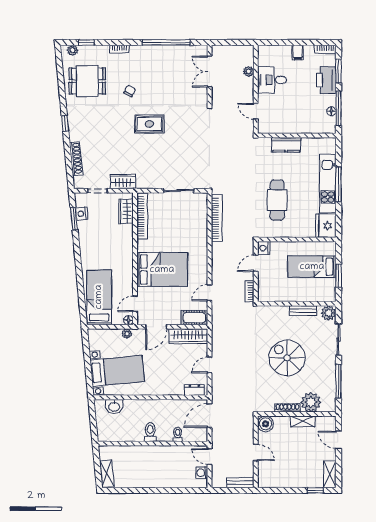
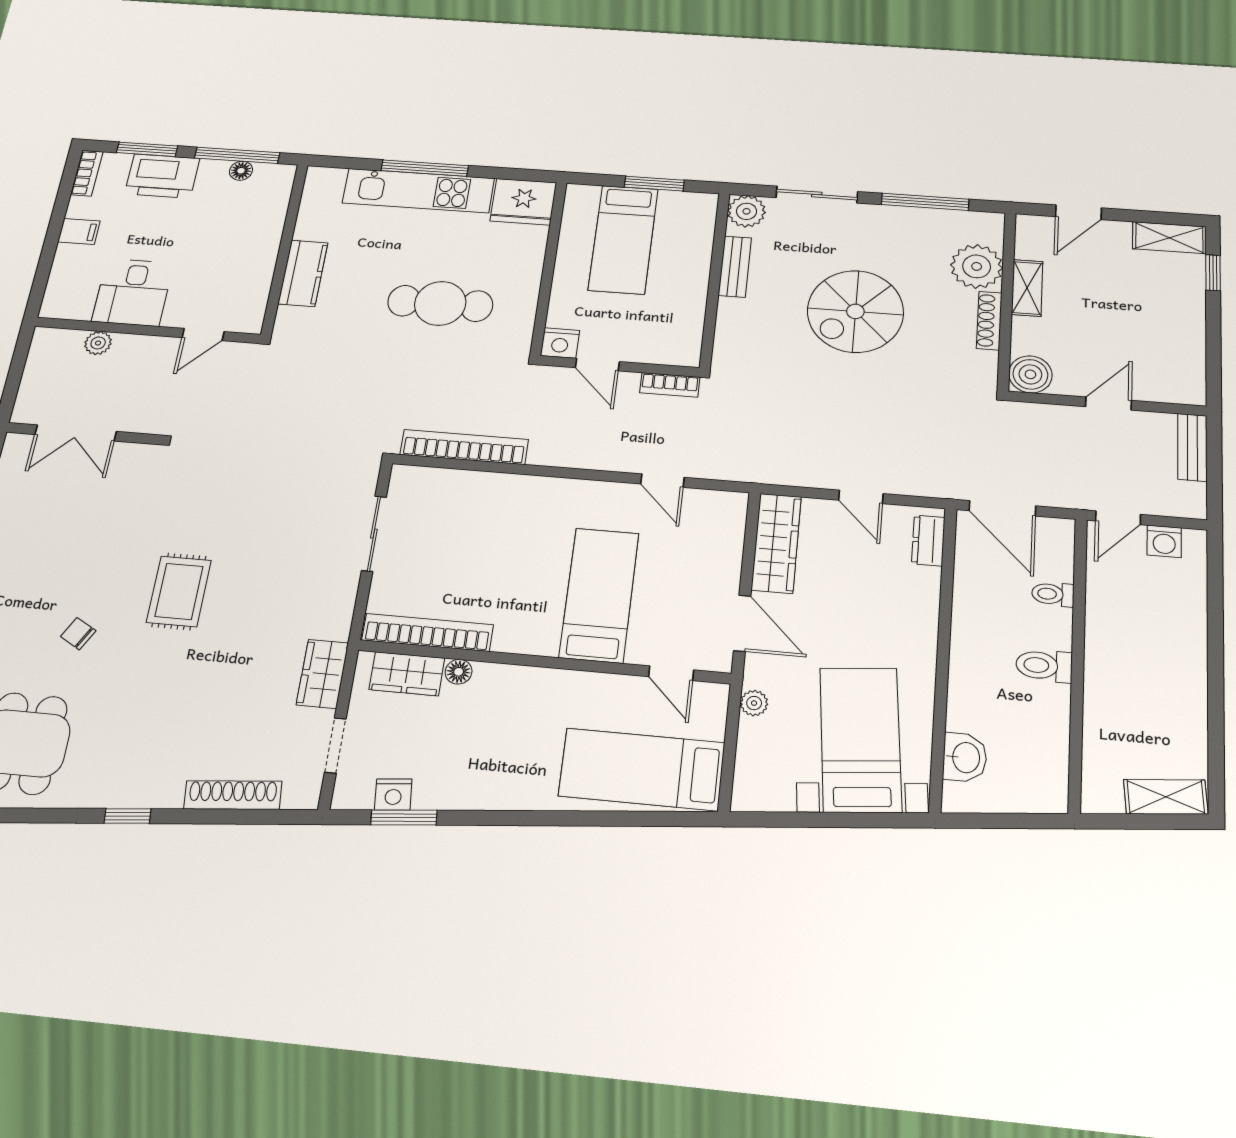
bed: (162, 270) -> (599, 595), width x0.67
cot: (194, 318) -> (727, 524), removed
floor lamp: (128, 320) -> (459, 672), moved

